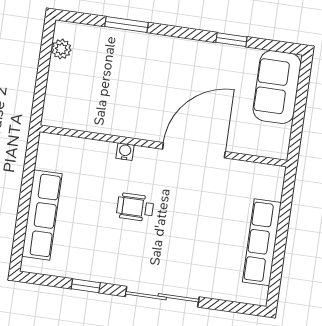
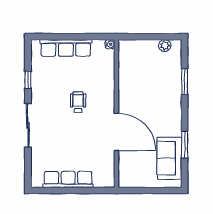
window: (231, 40) -> (185, 145), width x1.50
sofa: (277, 87) -> (169, 158), moved, turned -90
water cooler: (125, 152) -> (110, 44), moved

